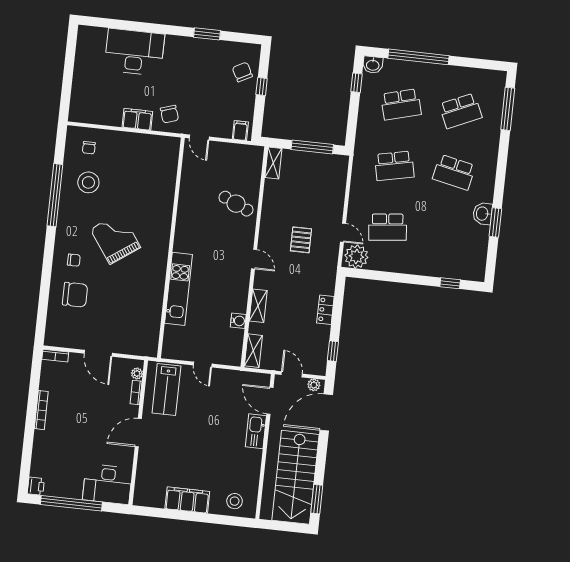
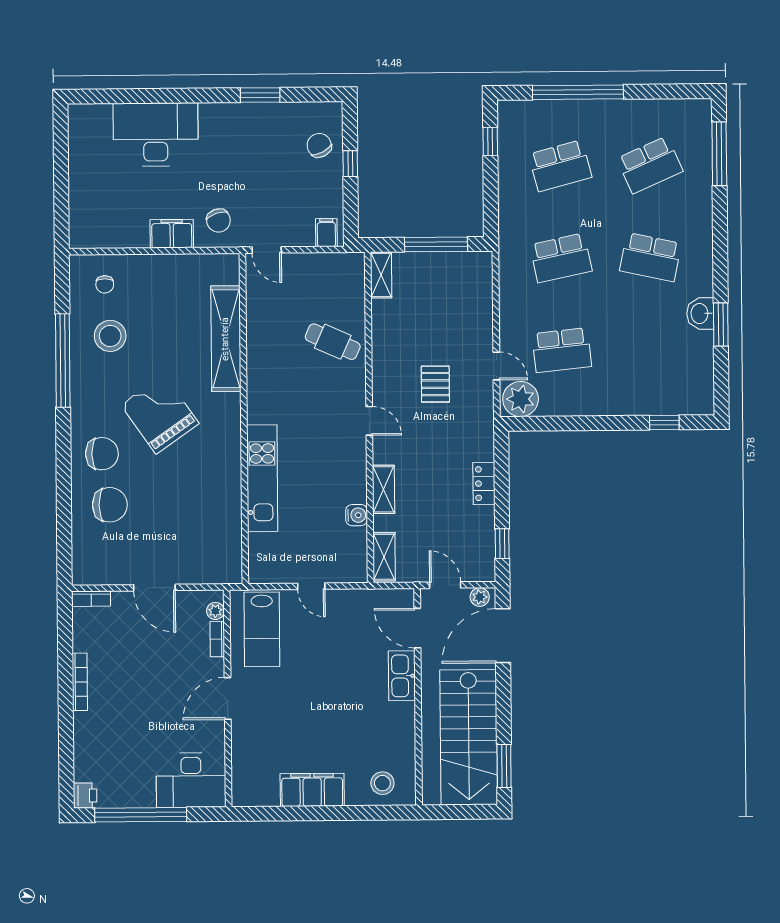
washbasin: (373, 65) -> (511, 112), removed
shelving: (165, 193) -> (226, 339), added
chair: (74, 260) -> (102, 454), width x1.87, depth x1.87

